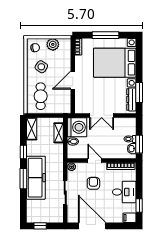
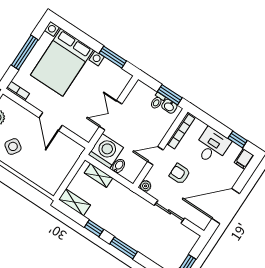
cafe table: (41, 96) -> (45, 169), removed
dresser: (131, 99) -> (115, 71), removed
double door: (102, 115) -> (111, 115), swing flipped
freezer: (36, 178) -> (132, 233), removed

